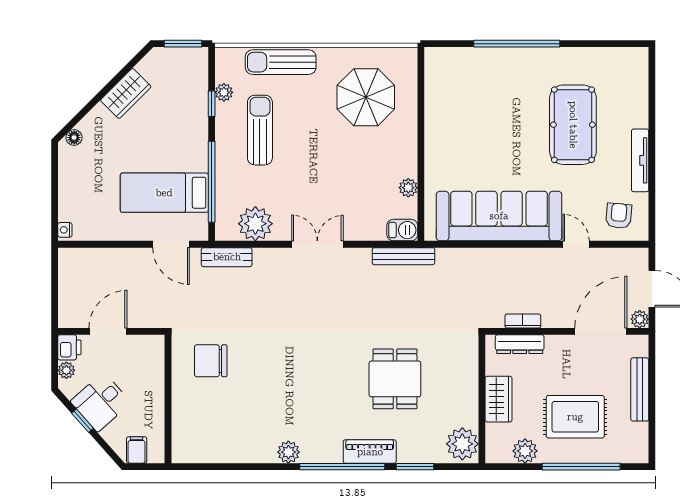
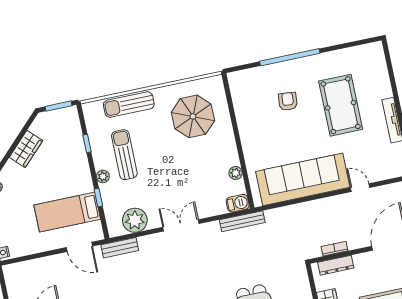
plant: (224, 92) -> (103, 176), moved
window: (212, 182) -> (98, 198), width x0.32
armchair: (619, 216) -> (288, 101), moved

